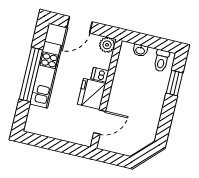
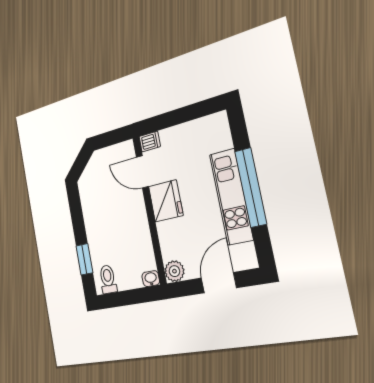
washbasin: (140, 50) -> (151, 279), moved
dishwasher: (100, 75) -> (150, 141), moved
door: (100, 122) -> (142, 172), hinge flipped

